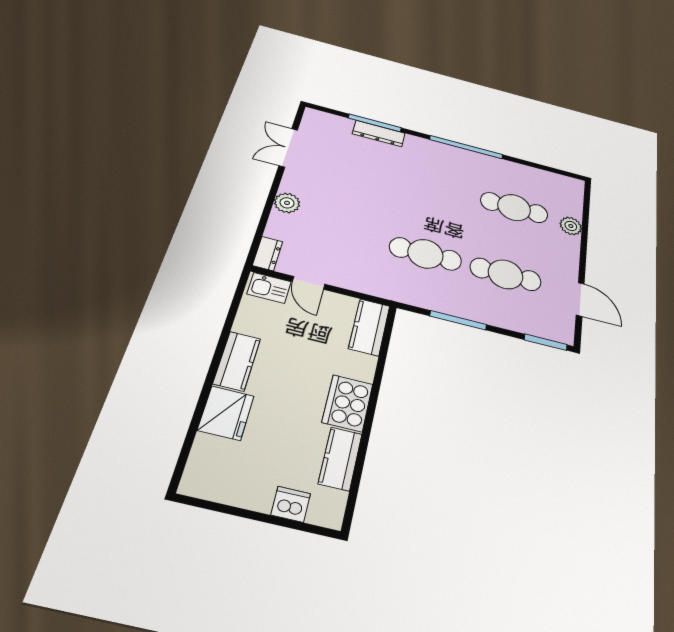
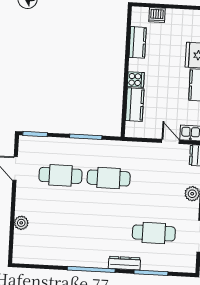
dresser: (379, 133) -> (124, 263), moved
cafe table: (514, 208) -> (154, 233), moved
kitchen counter: (369, 327) -> (135, 105), moved
cooker: (348, 403) -> (136, 80), width x0.53, depth x0.76

